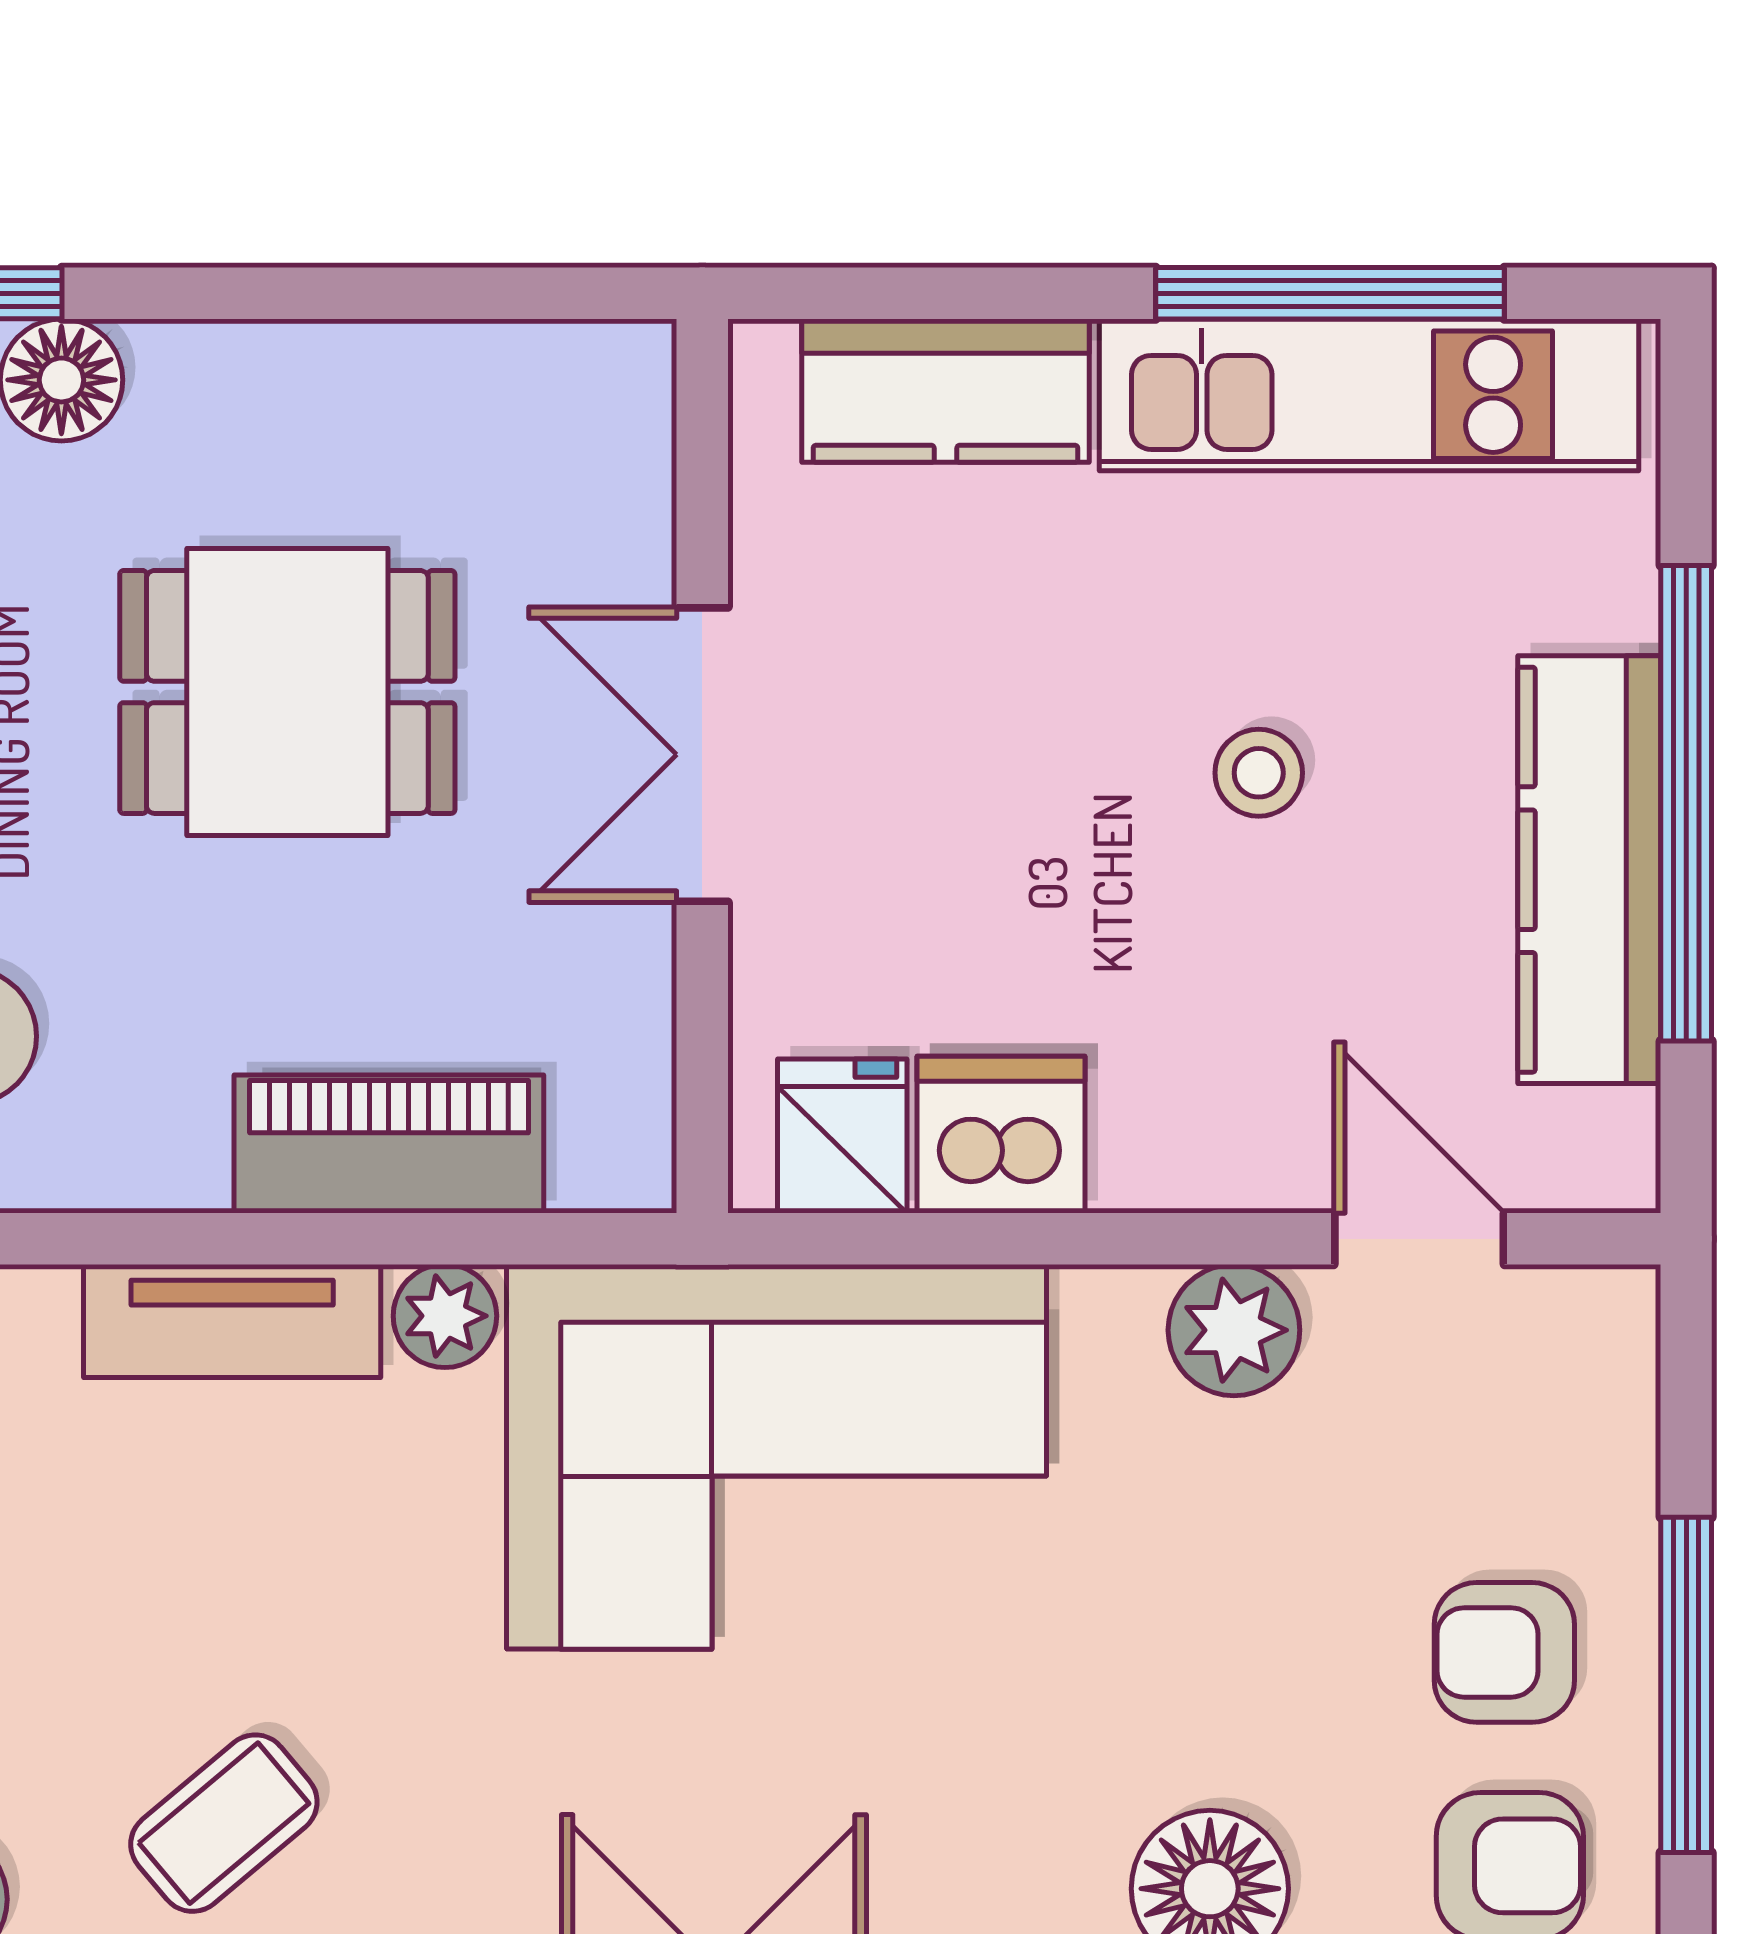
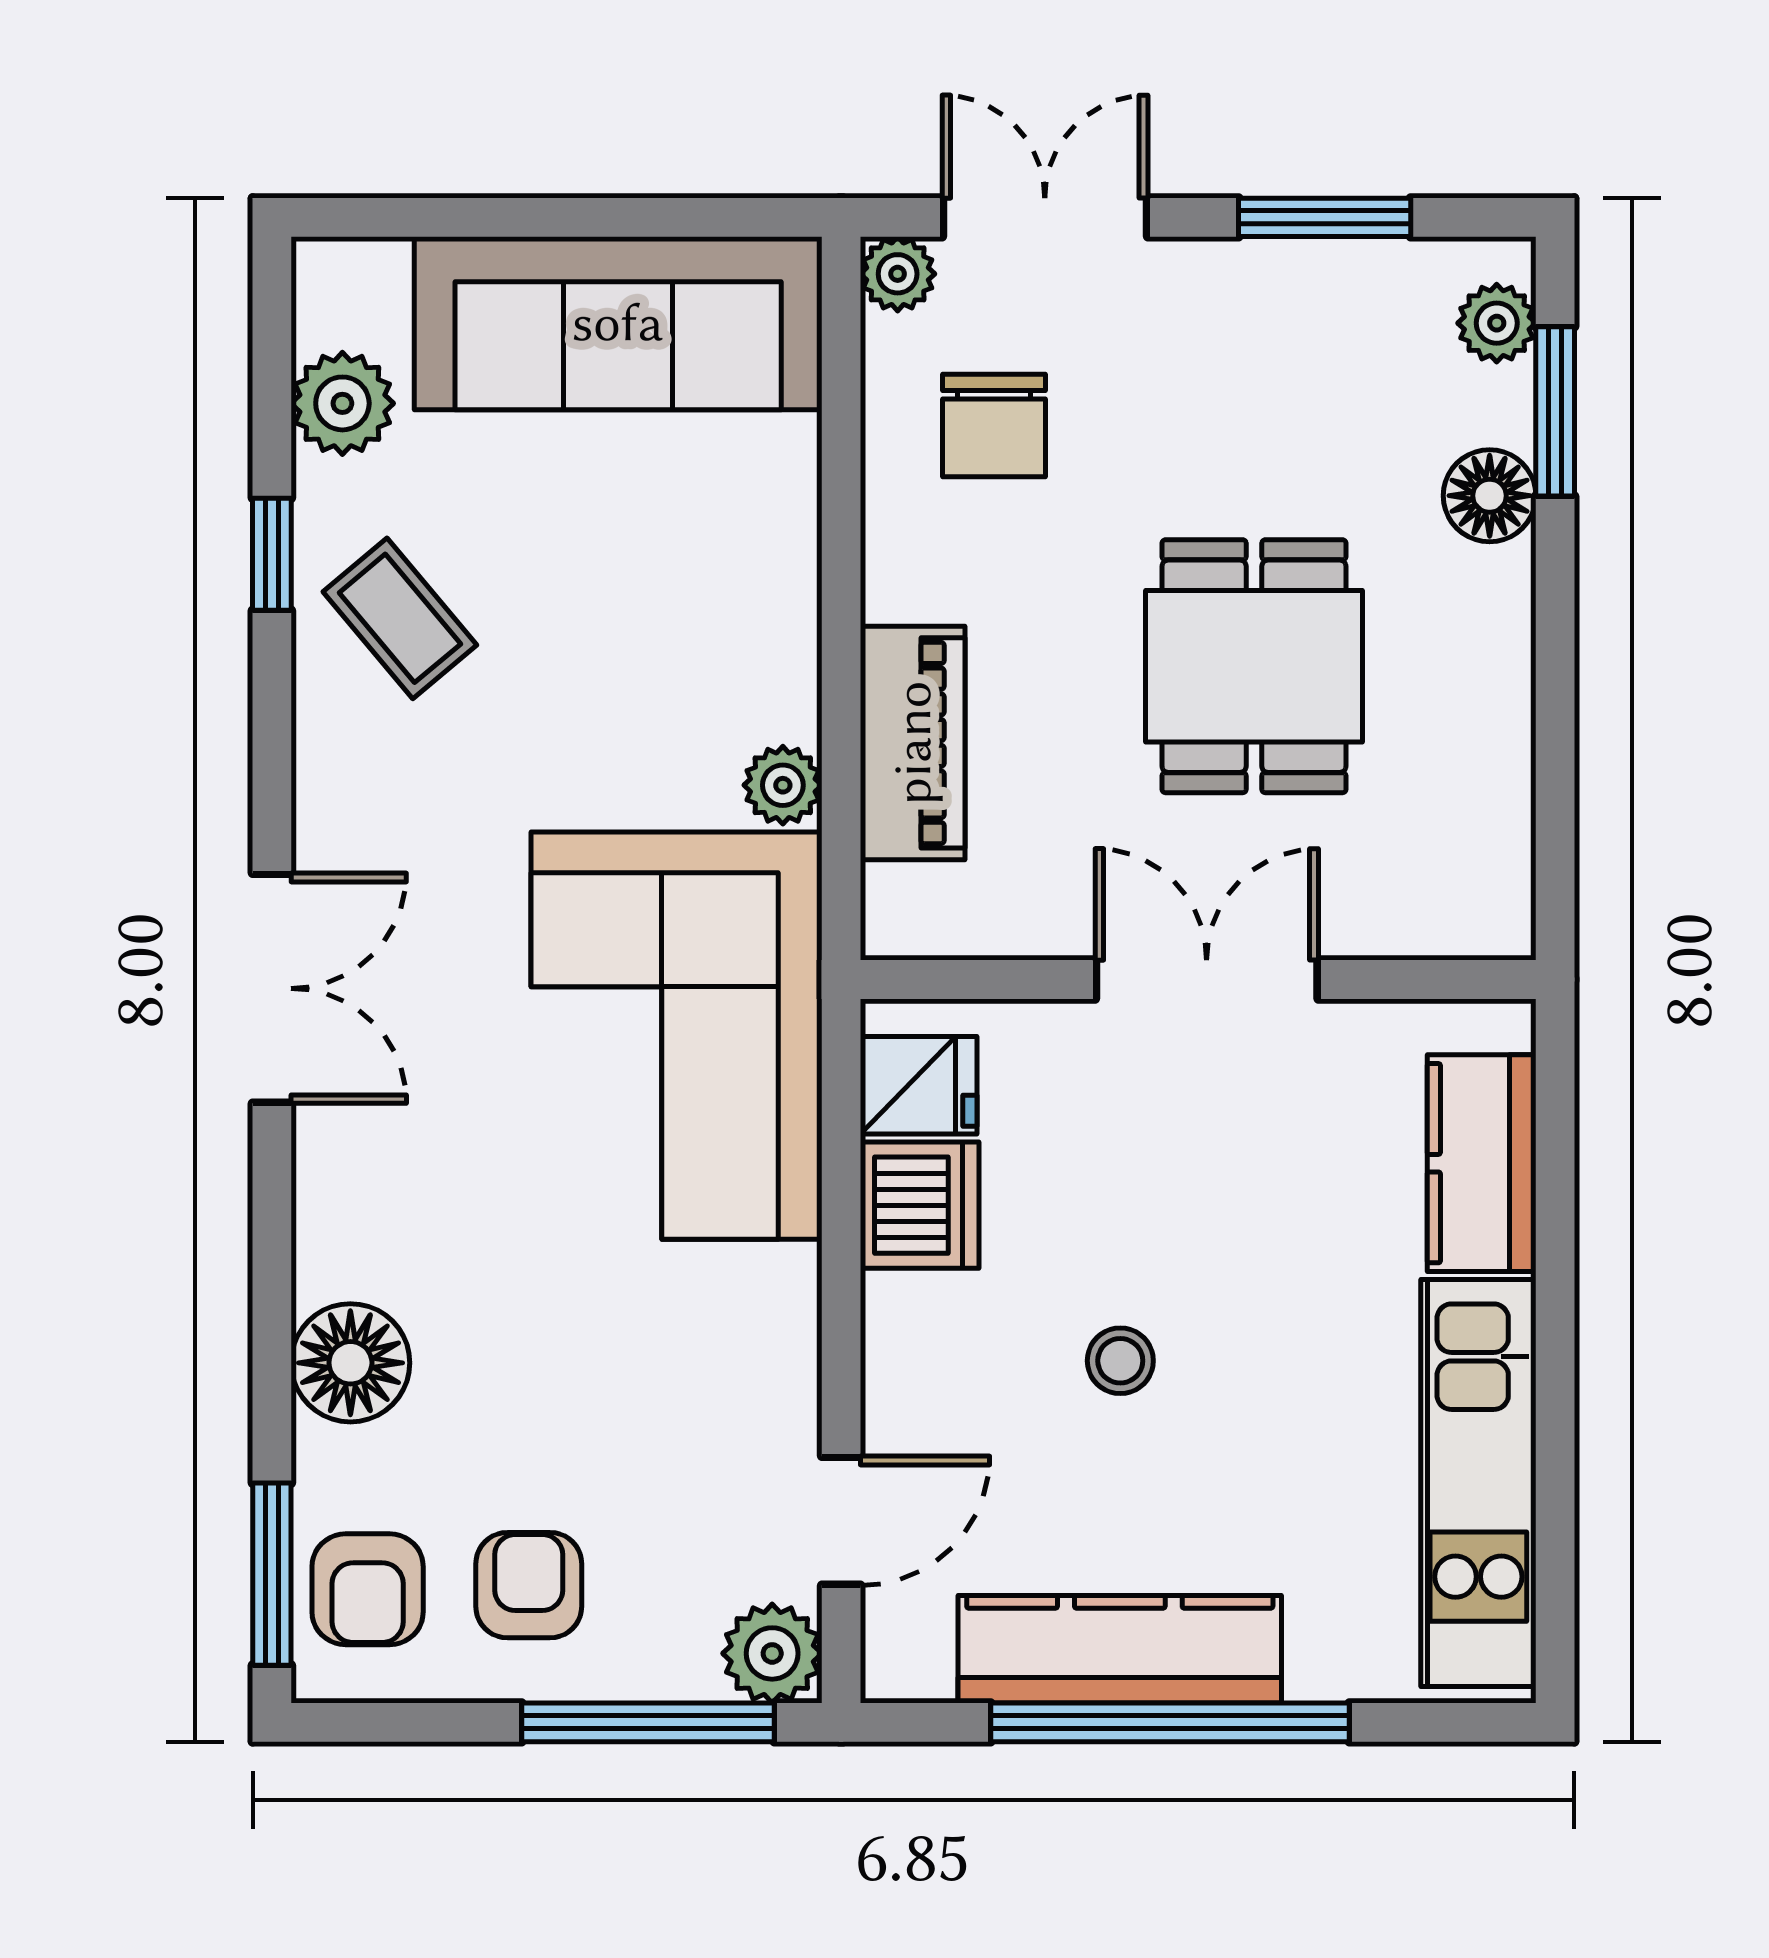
window: (1330, 293) -> (1555, 1454), removed
stool: (1259, 773) -> (1120, 1361), moved
tv unit: (232, 1321) -> (779, 625), removed
plant: (1234, 1330) -> (772, 1653), moved
window: (1686, 1685) -> (648, 1722), moved

